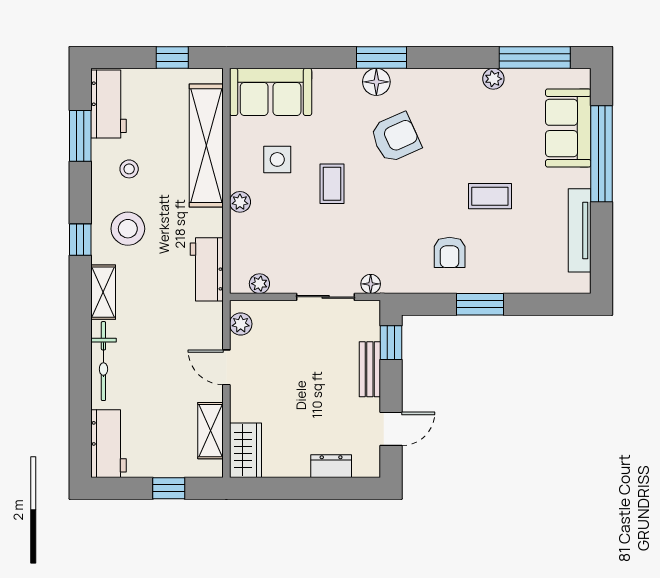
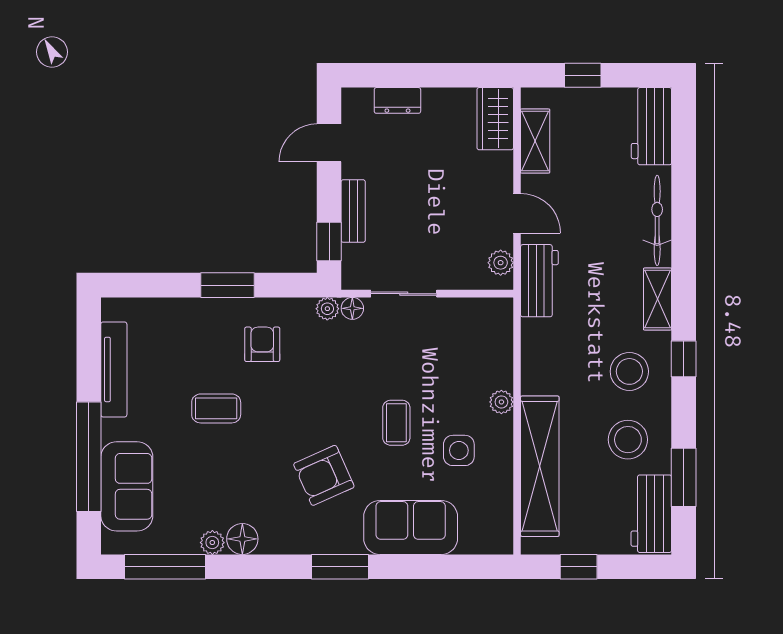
floor lamp: (376, 82) -> (242, 539), moved
sofa: (271, 92) -> (411, 527), moved
stool: (129, 169) -> (628, 440), width x1.89, depth x1.89
workbench: (207, 269) -> (539, 281), moved
plant: (259, 284) -> (327, 309), moved

